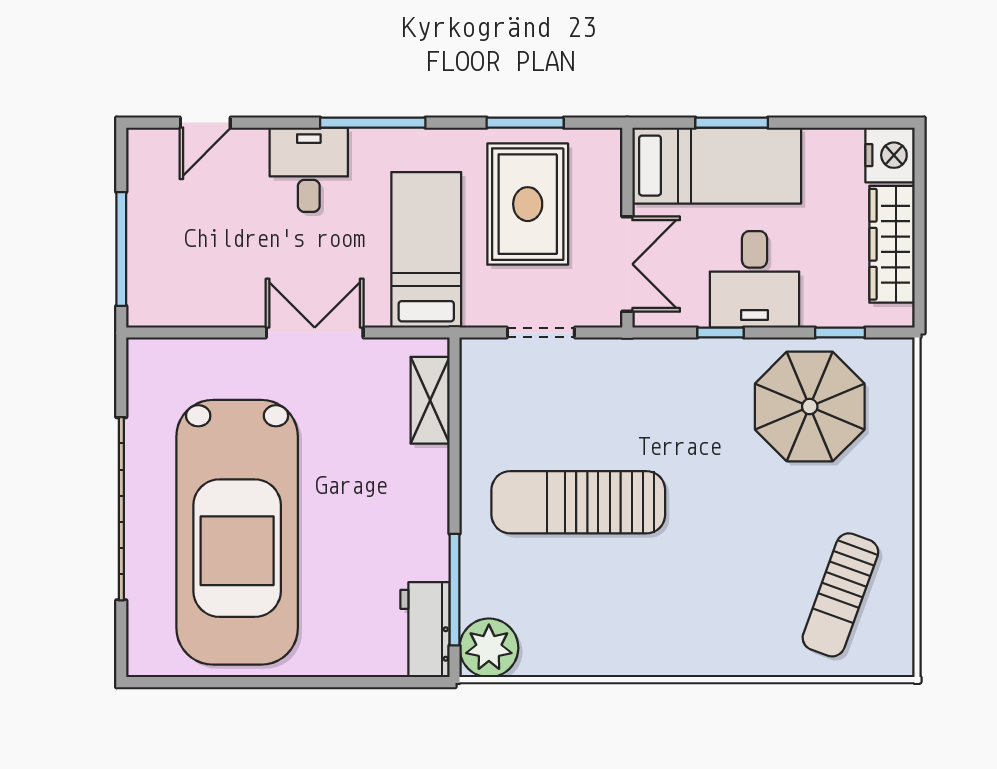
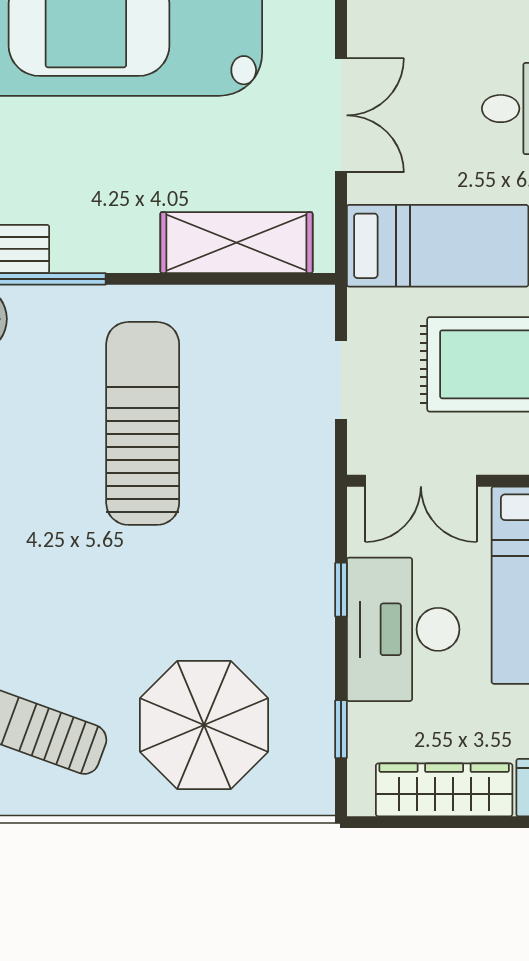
desk: (754, 279) -> (403, 629), width x1.37
shelving: (430, 400) -> (236, 243), width x1.50, depth x1.33
parasol: (810, 407) -> (204, 725), moved

